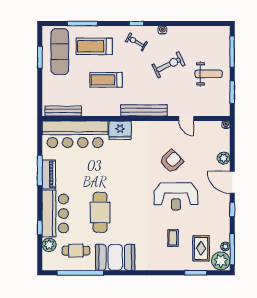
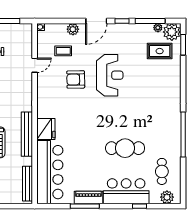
bench: (144, 110) -> (27, 134), moved
armchair: (171, 161) -> (76, 79), turned -47
coffee table: (173, 238) -> (63, 51), moved
plant: (49, 245) -> (167, 197), moved
window: (232, 249) -> (150, 21), moved
booth: (115, 257) -> (168, 134), removed
window: (80, 273) -> (183, 135), moved
window: (196, 273) -> (183, 45), moved

